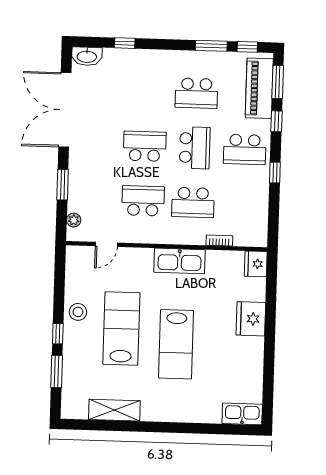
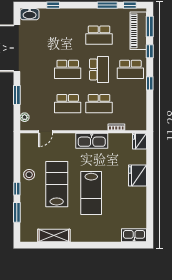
school desk: (145, 146) -> (68, 69), turned 180
school desk: (143, 201) -> (68, 104), turned 180

